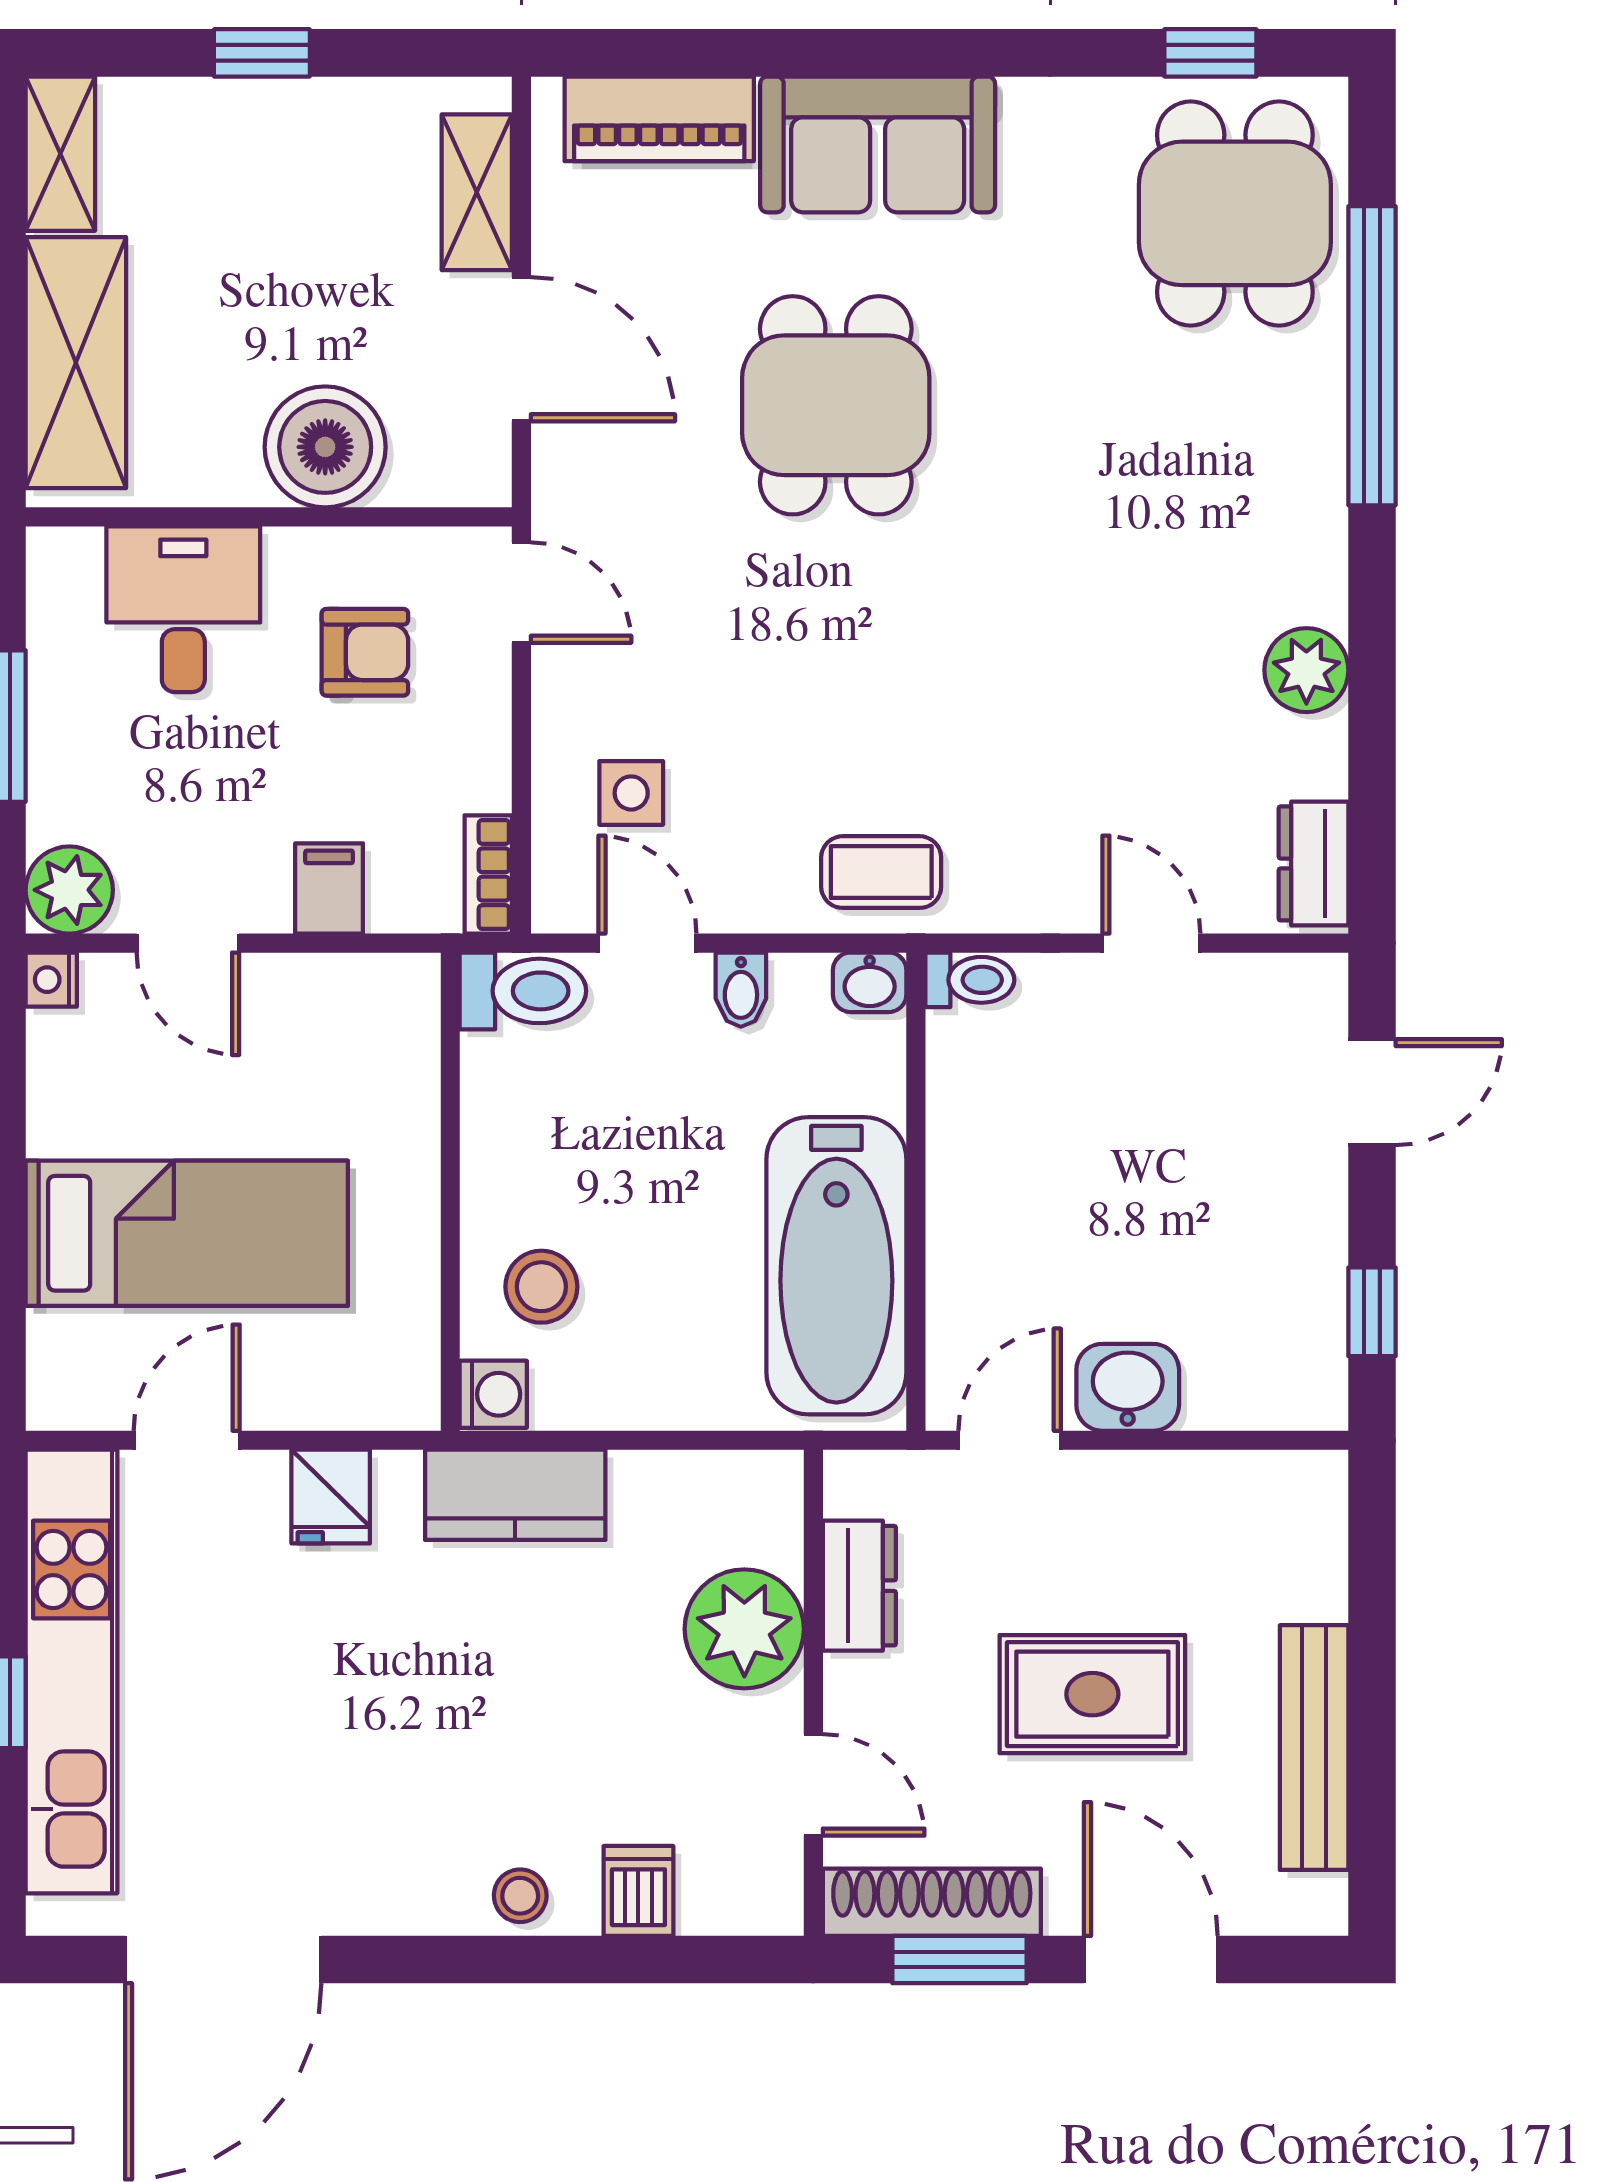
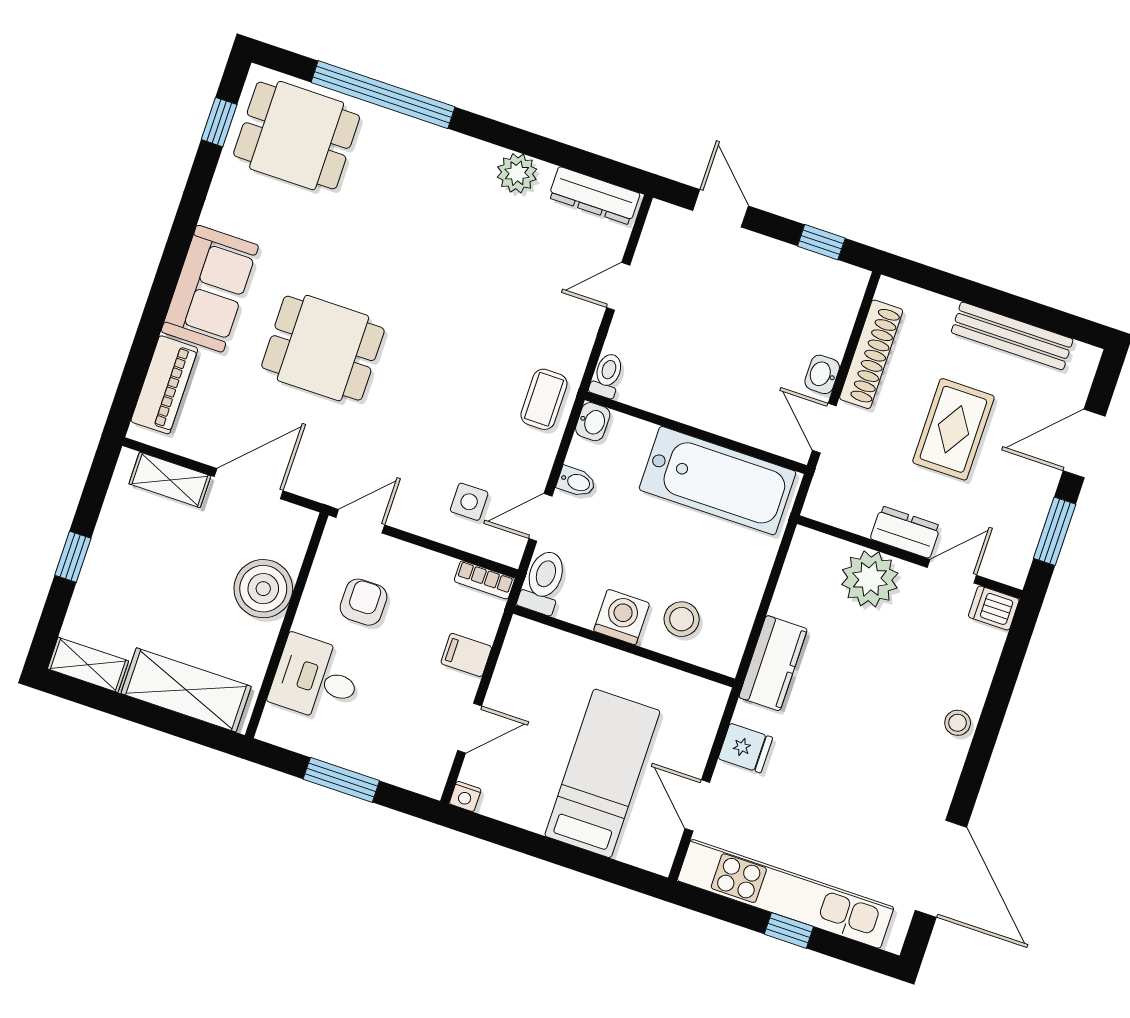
dresser: (1314, 863) -> (594, 196), width x1.44
plant: (69, 890) -> (427, 774), removed
washbasin: (1128, 1387) -> (822, 374), width x0.72, depth x0.69
washing machine: (493, 1394) -> (622, 617), moved, width x1.38, depth x1.38
dresser: (859, 1586) -> (905, 532), moved
dishwasher: (638, 1891) -> (994, 608), moved
shoe rack: (932, 1902) -> (871, 354), moved, turned 180

